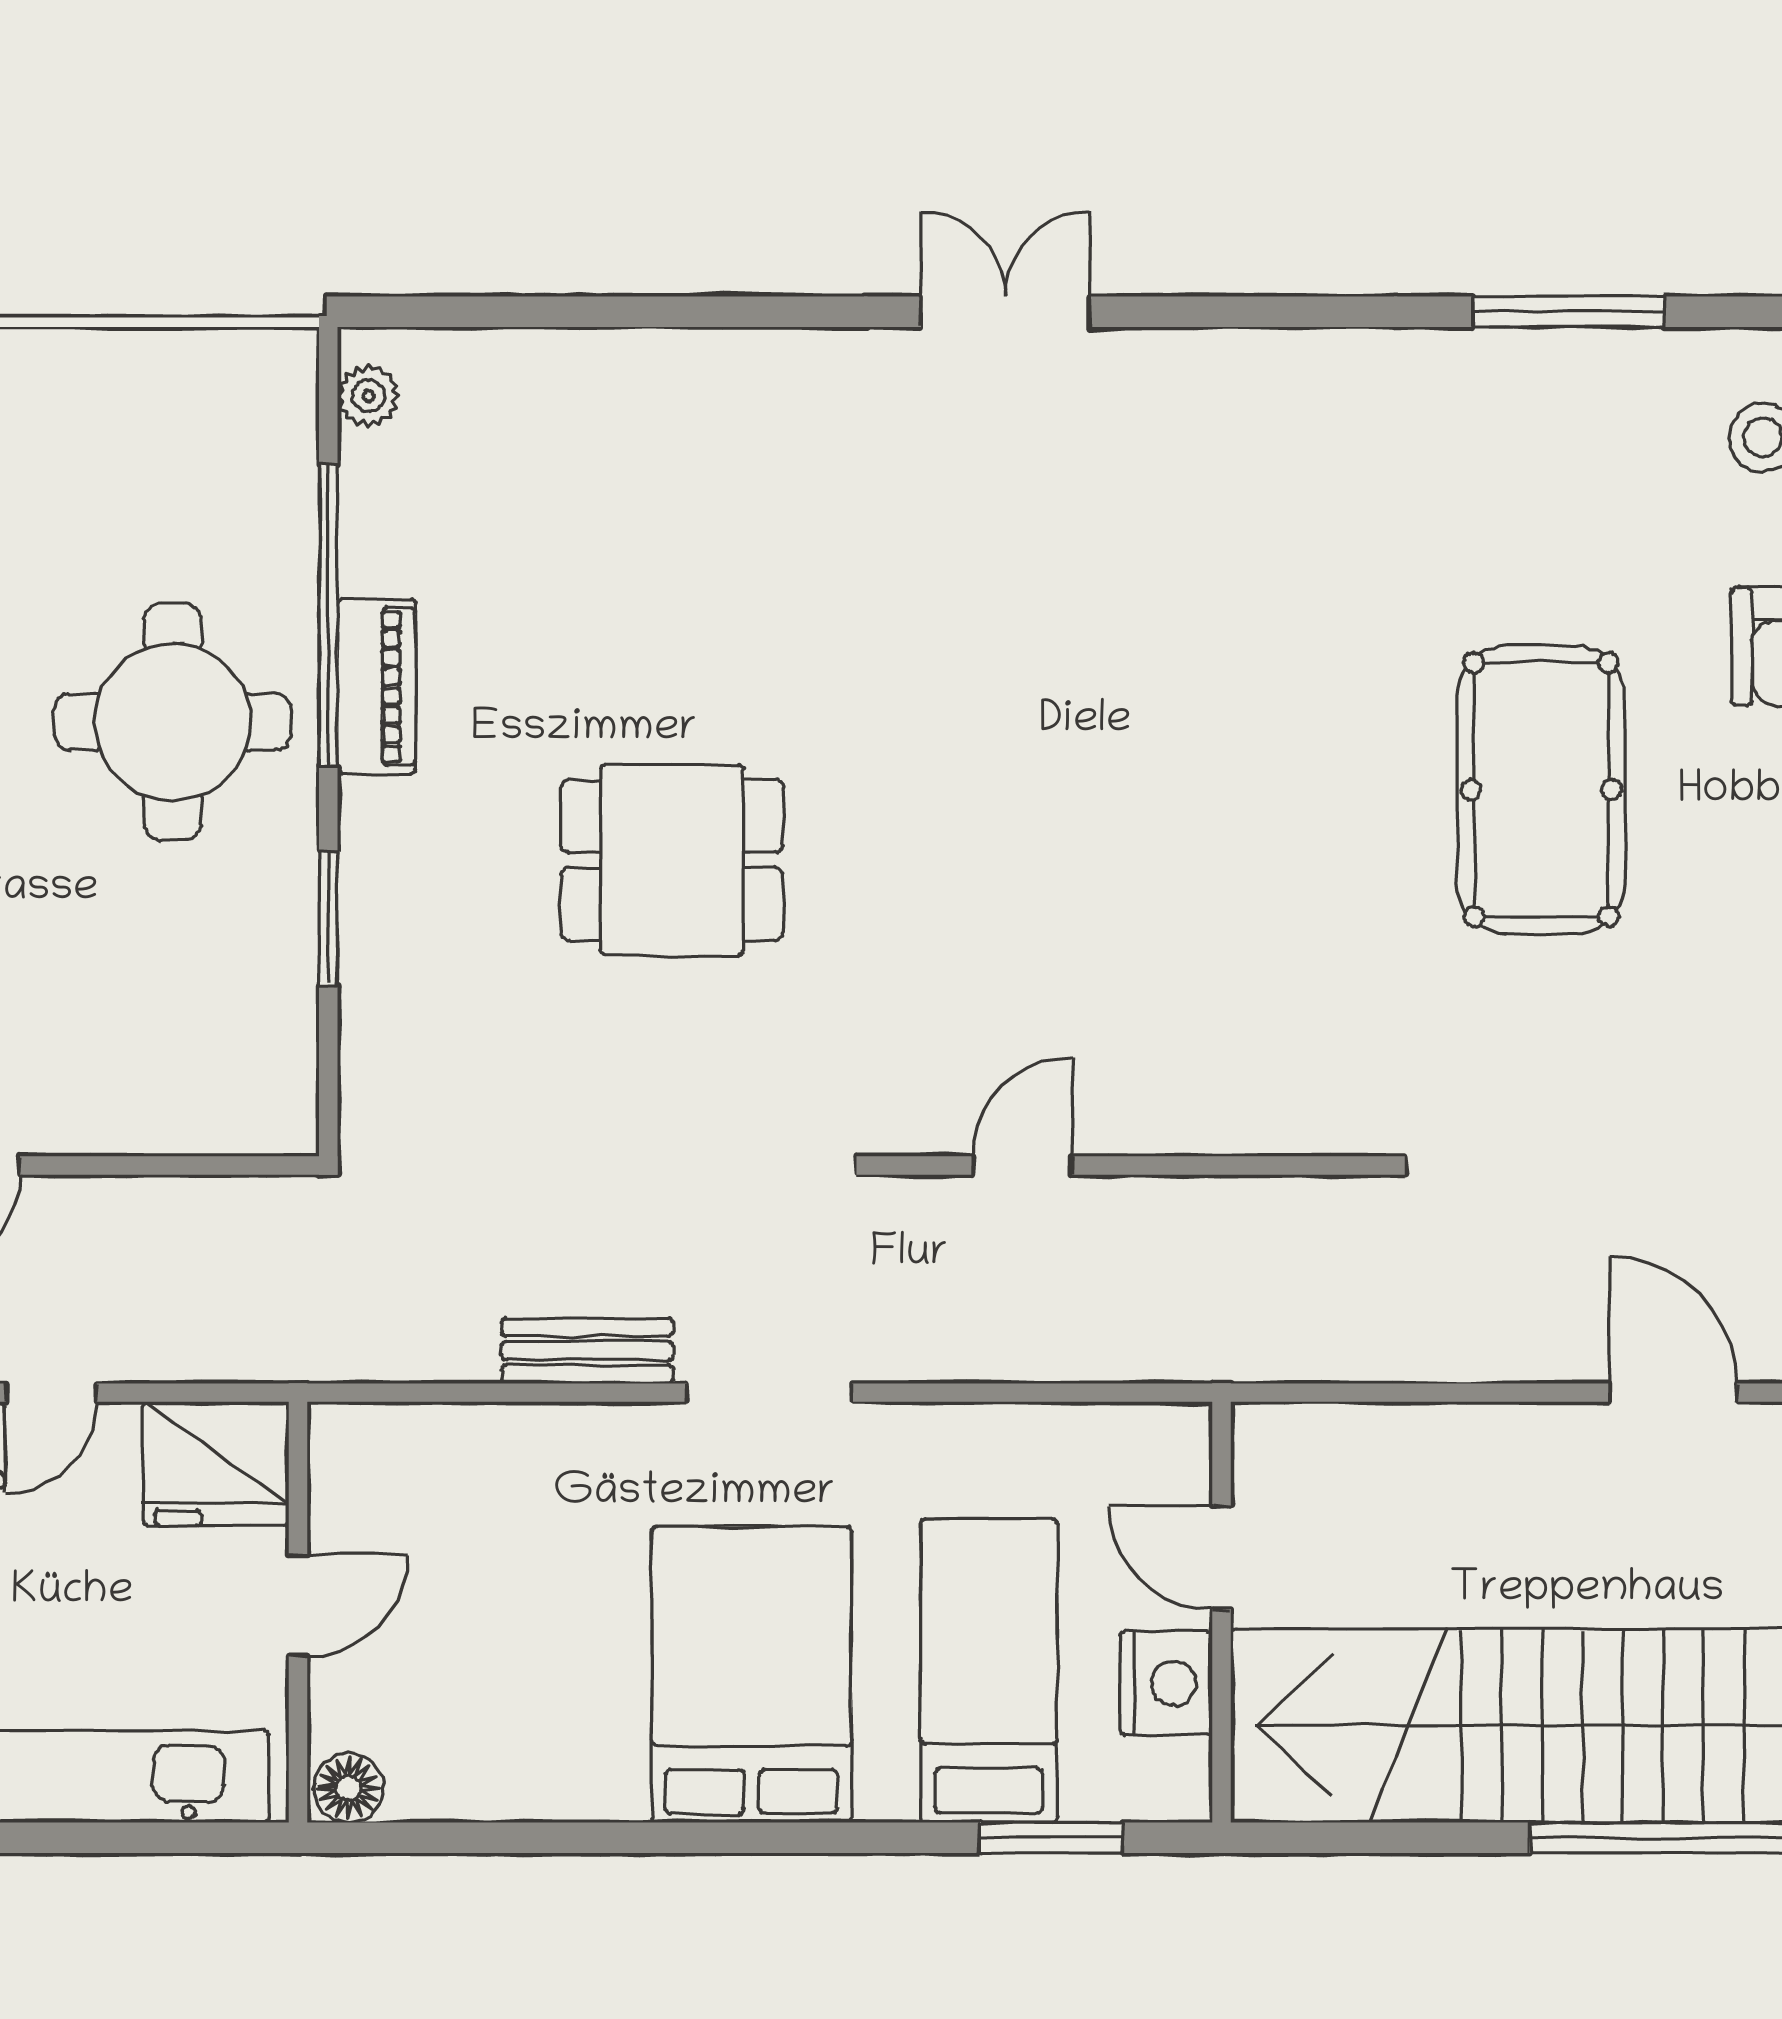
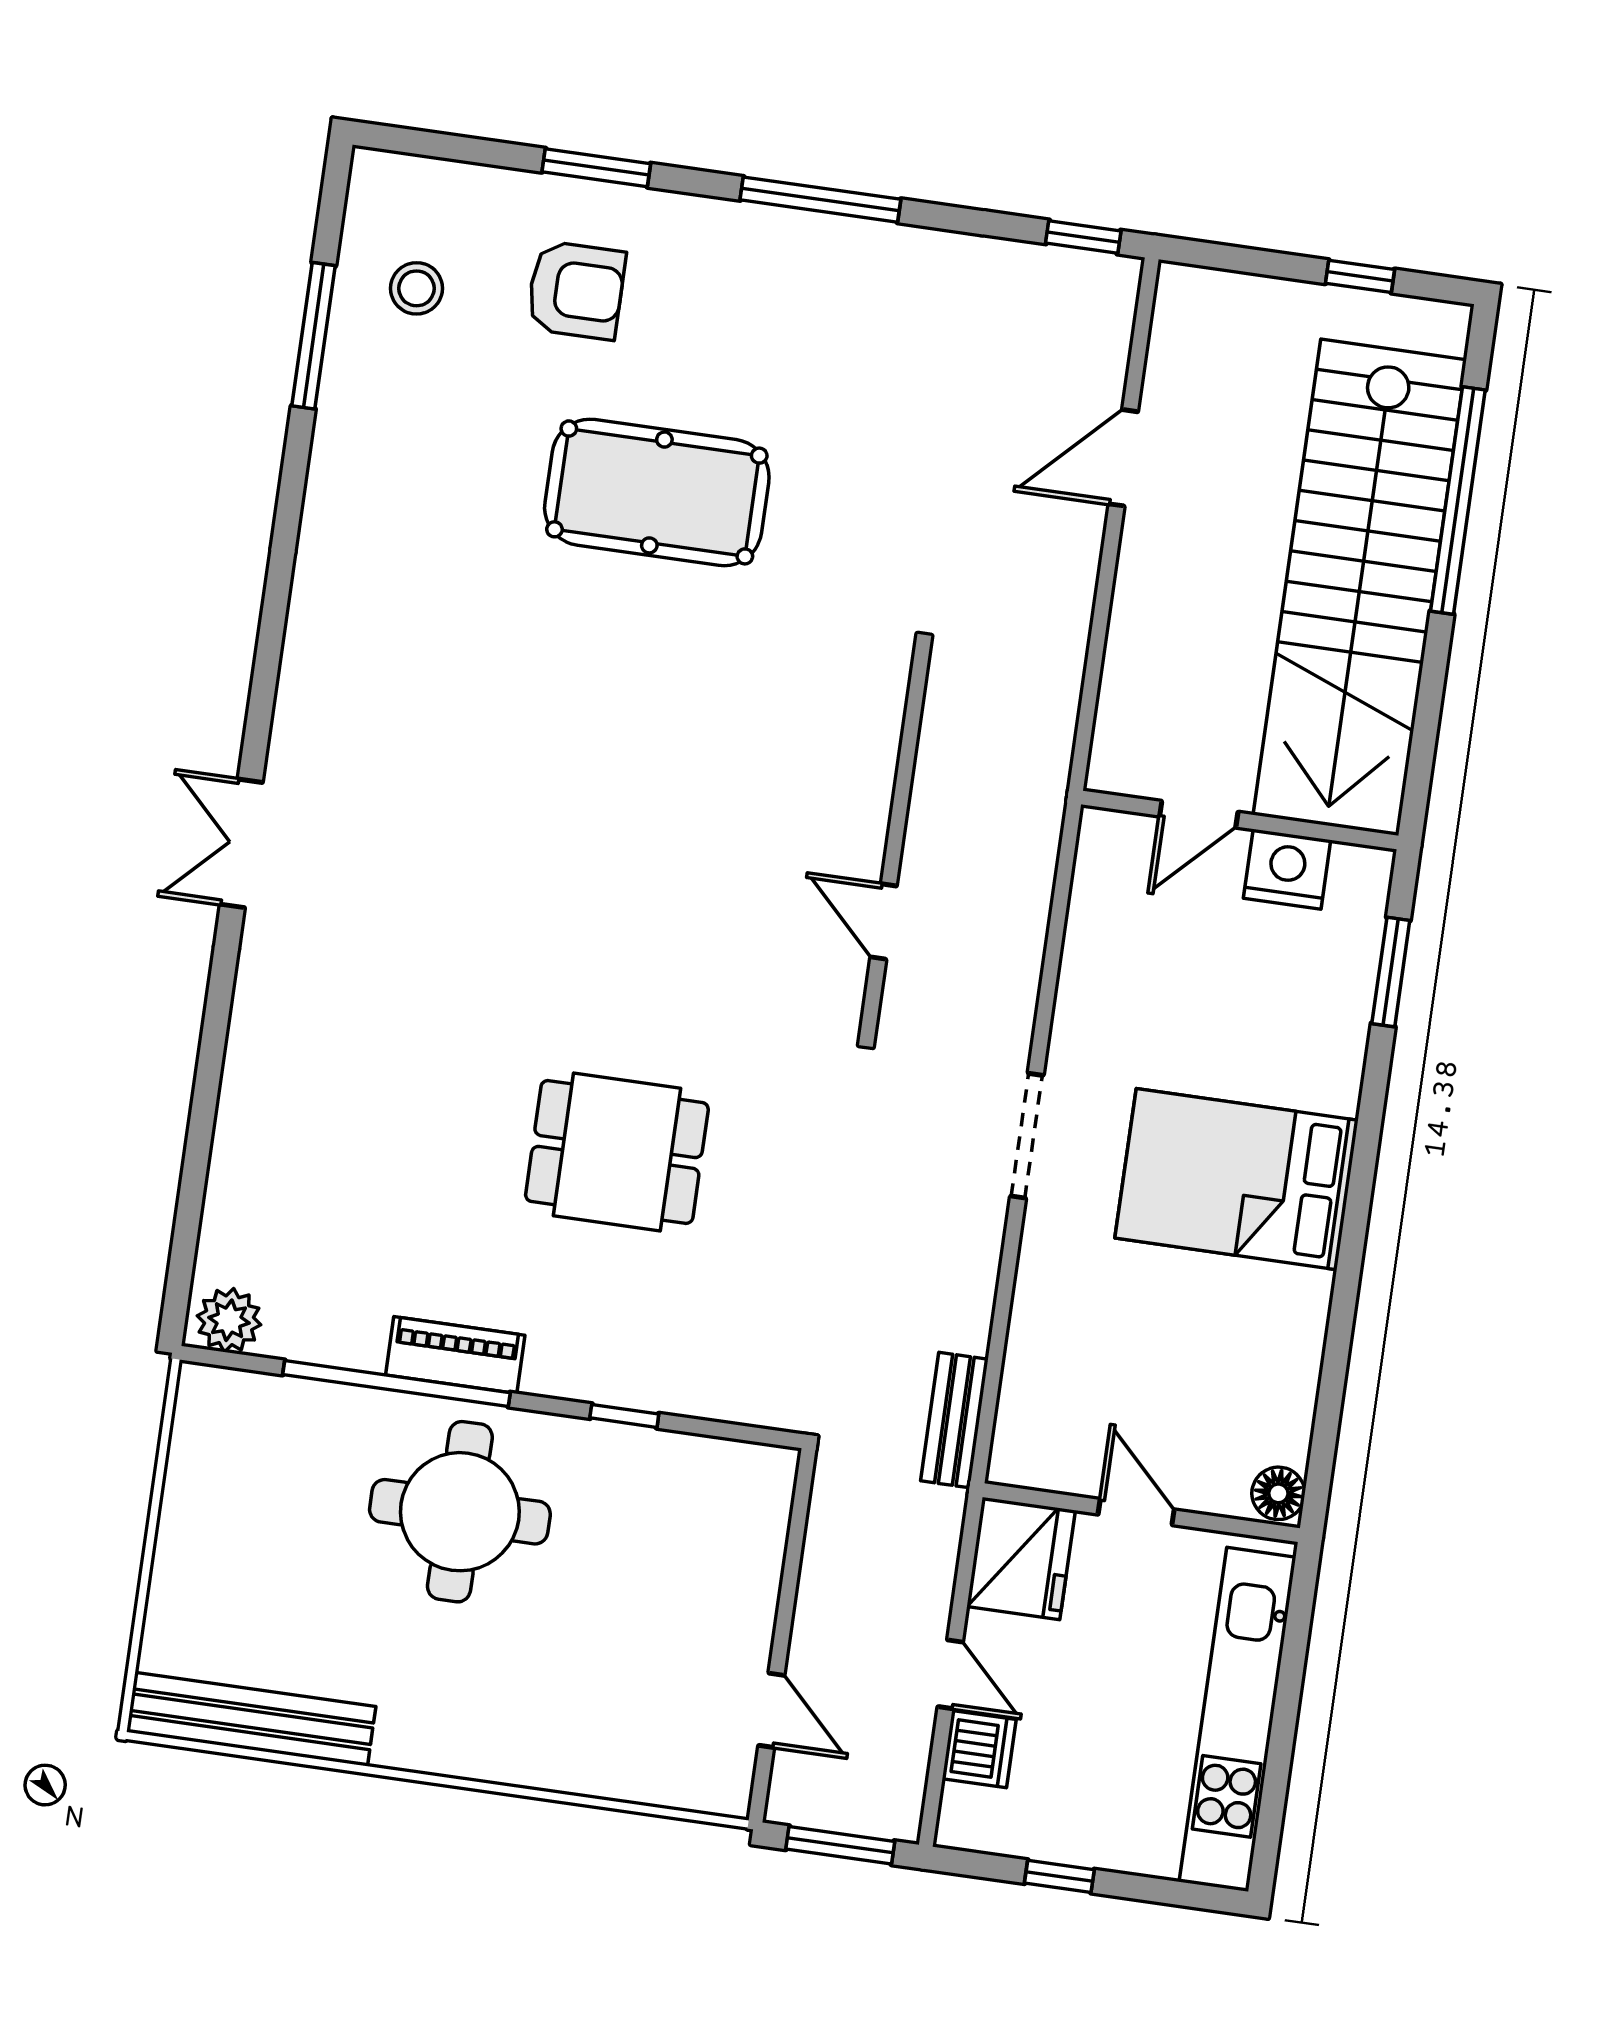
window: (1568, 312) -> (314, 336), moved
plant: (368, 396) -> (229, 1320), width x1.38, depth x1.38
dining table: (672, 860) -> (617, 1152), turned 90
window: (328, 919) -> (624, 1416), width x0.67
bench: (587, 1351) -> (954, 1420), moved
bed: (989, 1671) -> (1259, 1001), removed

